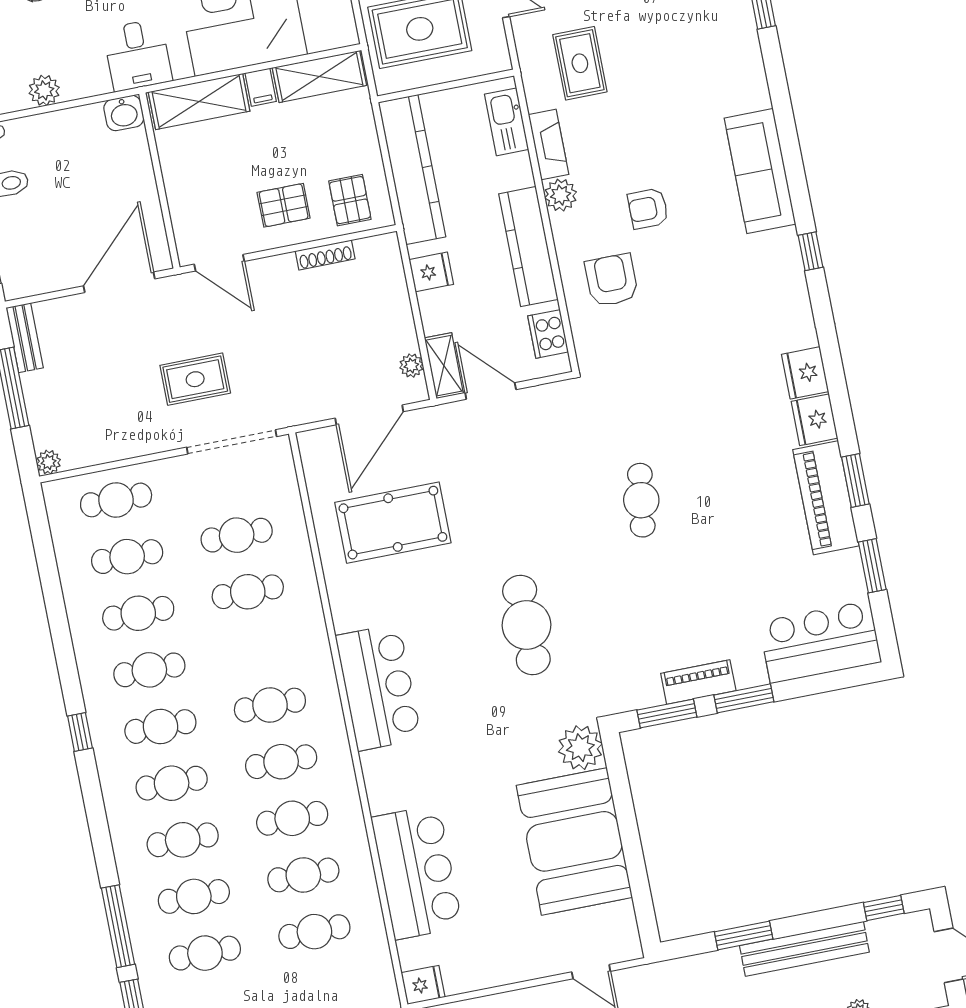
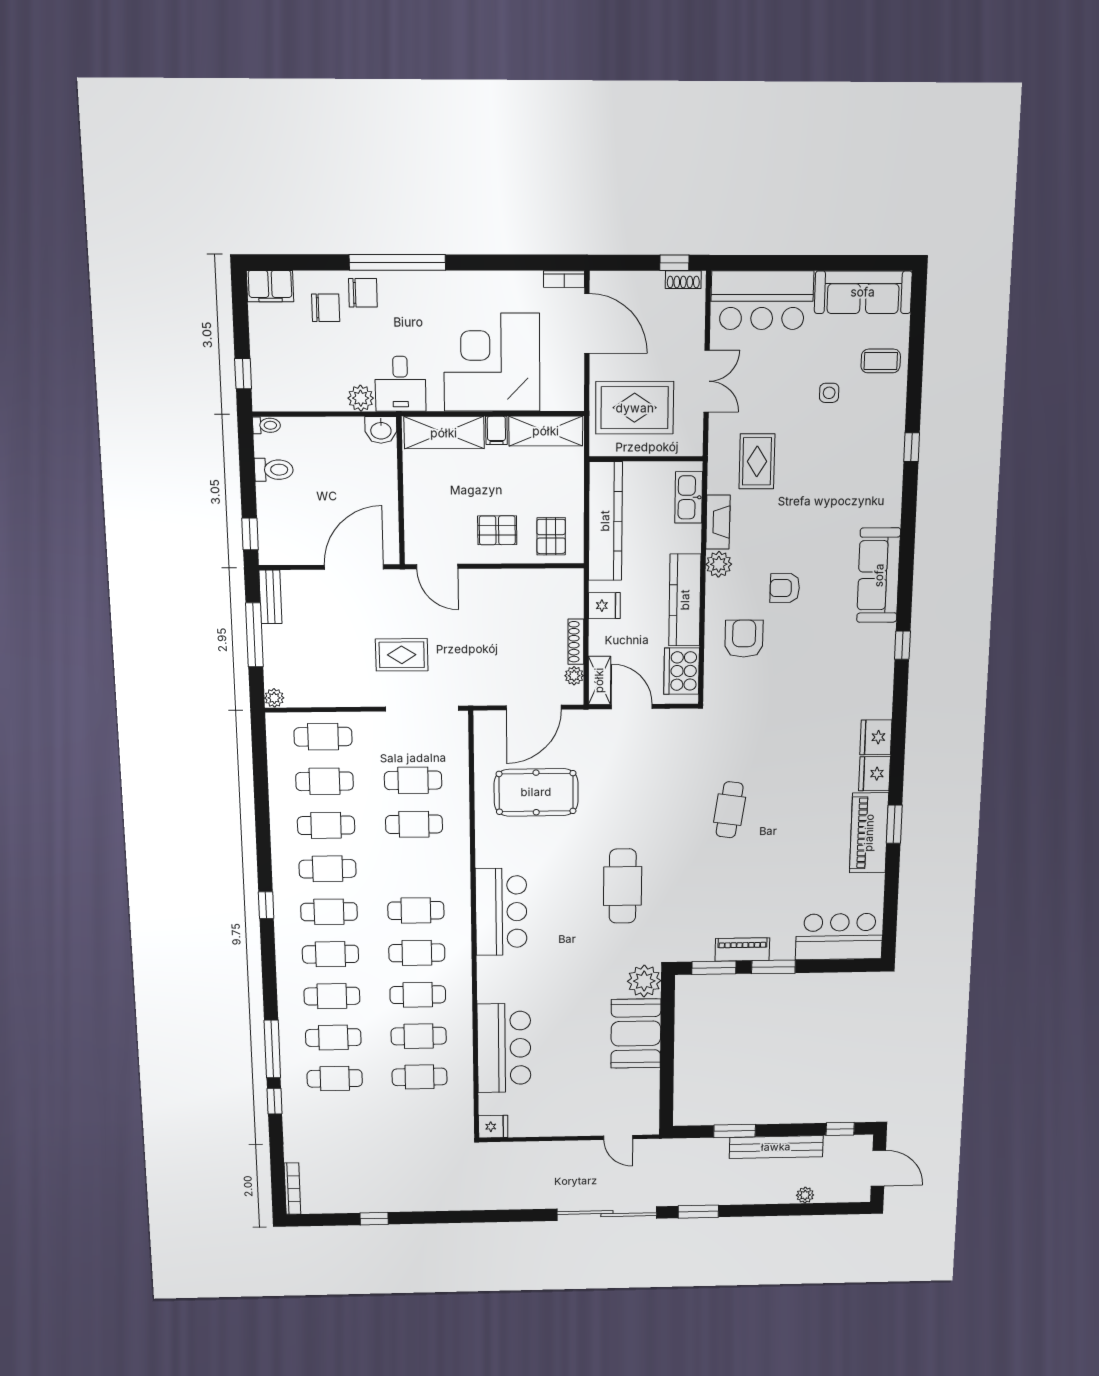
plant: (44, 90) -> (361, 398), moved
shoe rack: (325, 255) -> (576, 642), moved, turned 90
cooker: (548, 334) -> (682, 671), width x1.37, depth x1.31
window: (872, 566) -> (891, 889), removed
booth: (574, 841) -> (636, 1033), width x0.73, depth x0.70

